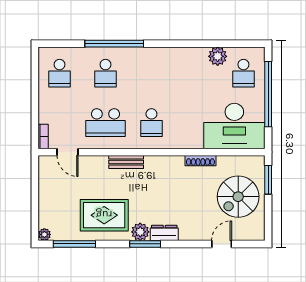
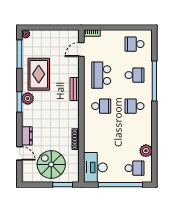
school desk: (105, 73) -> (135, 75), turned 180
school desk: (151, 73) -> (135, 106), added
school desk: (243, 73) -> (135, 168), turned 180
school desk: (151, 123) -> (101, 106), turned 180
desk: (234, 126) -> (95, 167), width x0.73, depth x0.77
dresser: (164, 233) -> (27, 136), moved

